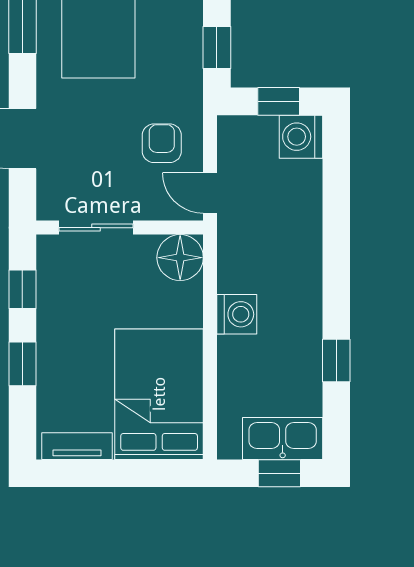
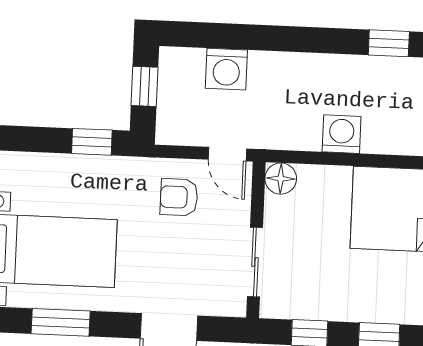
washing machine: (301, 137) -> (226, 69), moved
door: (210, 193) -> (227, 154), hinge flipped
floor lamp: (180, 258) -> (281, 179), width x0.73, depth x0.73

